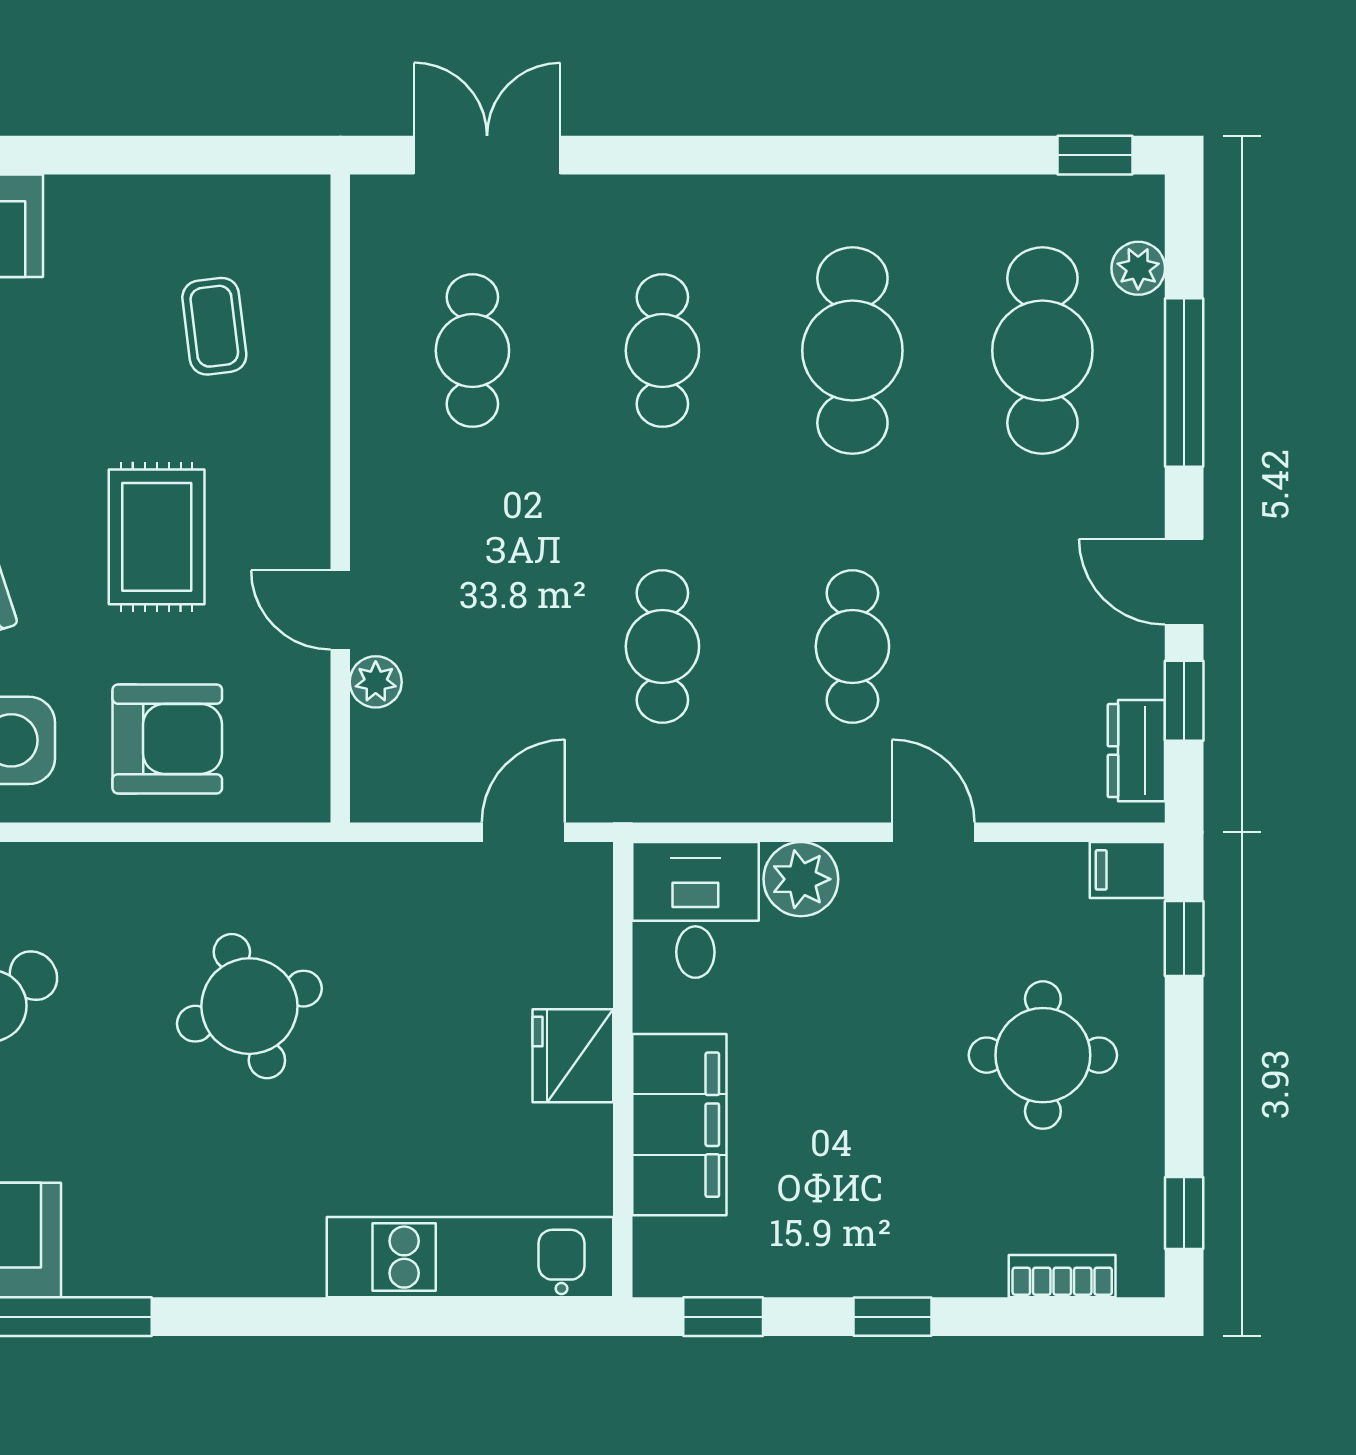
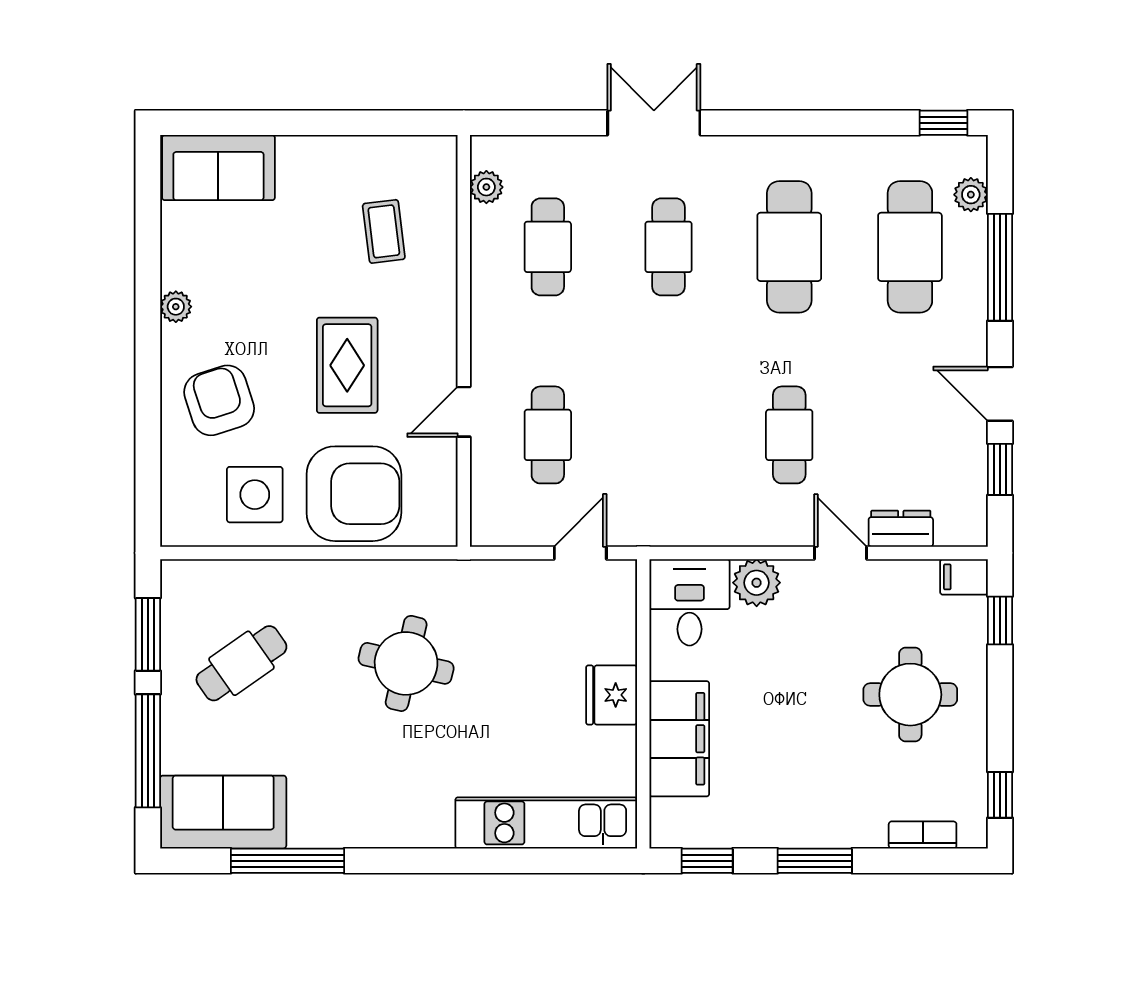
double door: (487, 155) -> (654, 123), moved
door: (340, 610) -> (464, 412), hinge flipped
cafe table: (662, 646) -> (548, 435), moved
plant: (376, 682) -> (486, 187), moved
armchair: (167, 739) -> (354, 494), width x1.36, depth x1.36
dresser: (1136, 751) -> (901, 529), moved, turned 90
round table: (249, 1006) -> (406, 663), turned 31
window: (892, 1317) -> (815, 861), width x1.50

